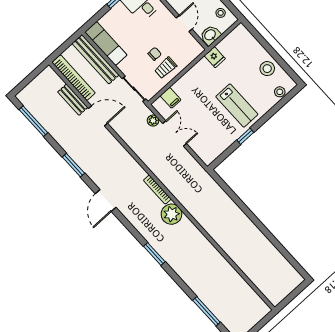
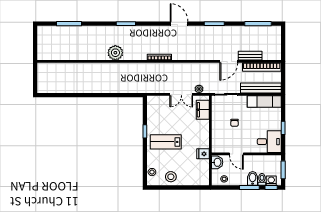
trolley: (166, 68) -> (222, 122), removed
filing cabinet: (170, 98) -> (203, 110), width x2.00
plant: (171, 214) -> (115, 53), moved

